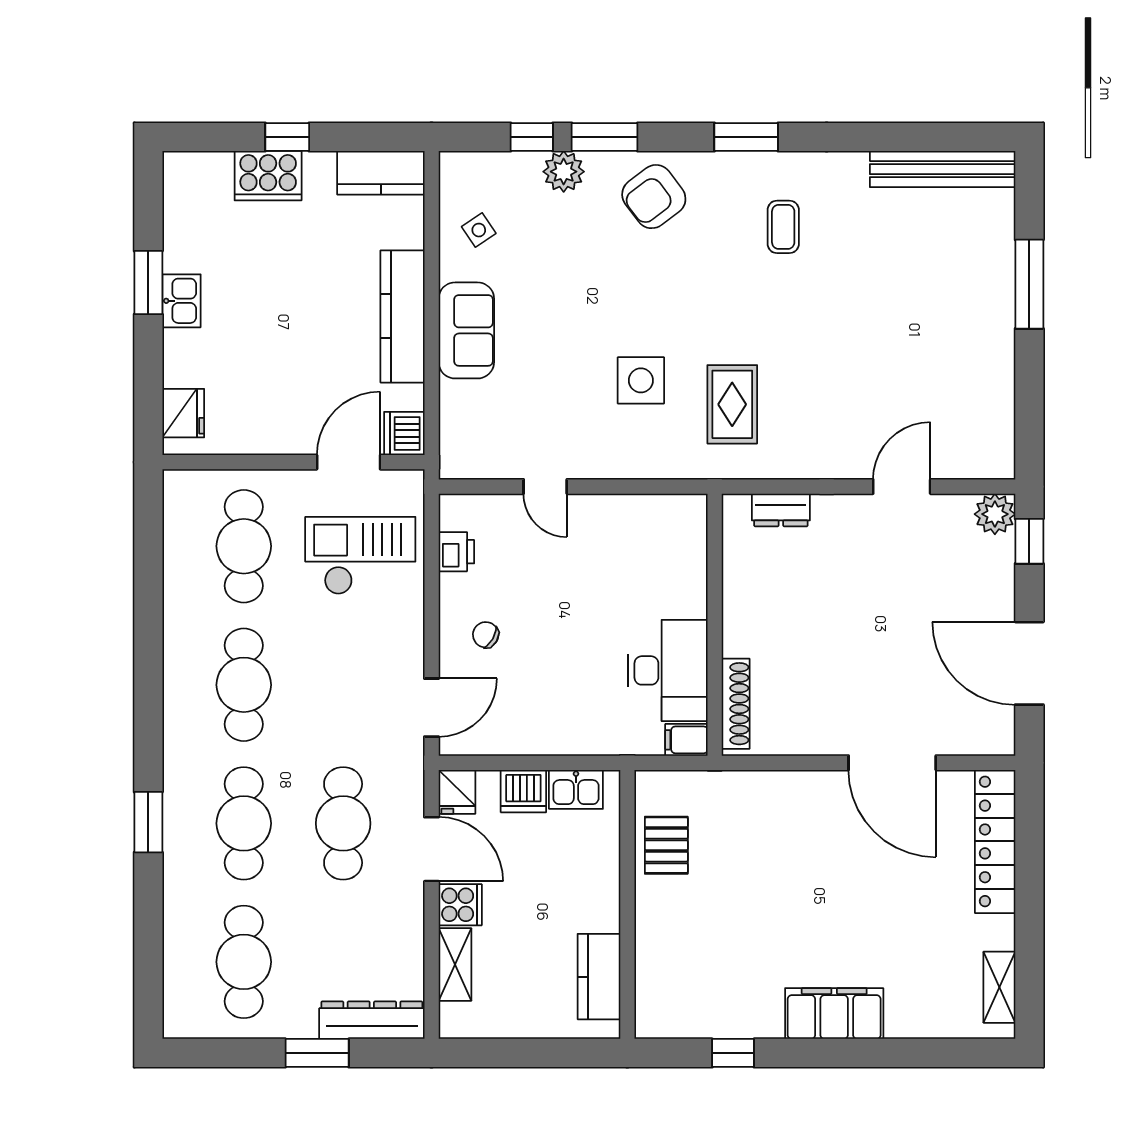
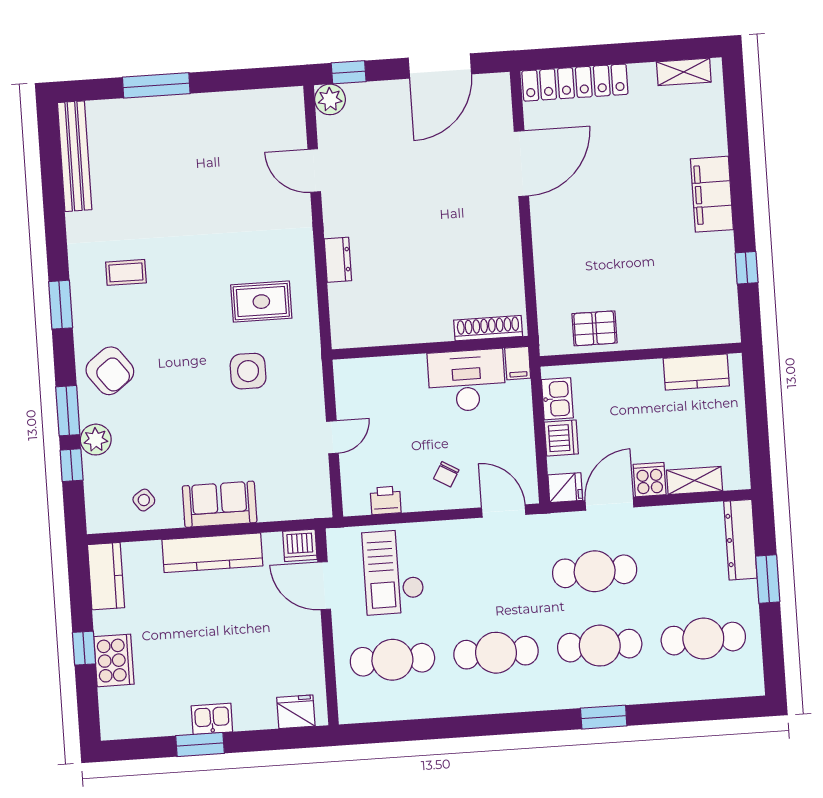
wall: (715, 625) -> (430, 348), moved
desk: (668, 670) -> (467, 381), moved
shoe rack: (736, 704) -> (488, 328), moved
filing cabinet: (686, 740) -> (518, 363), moved

